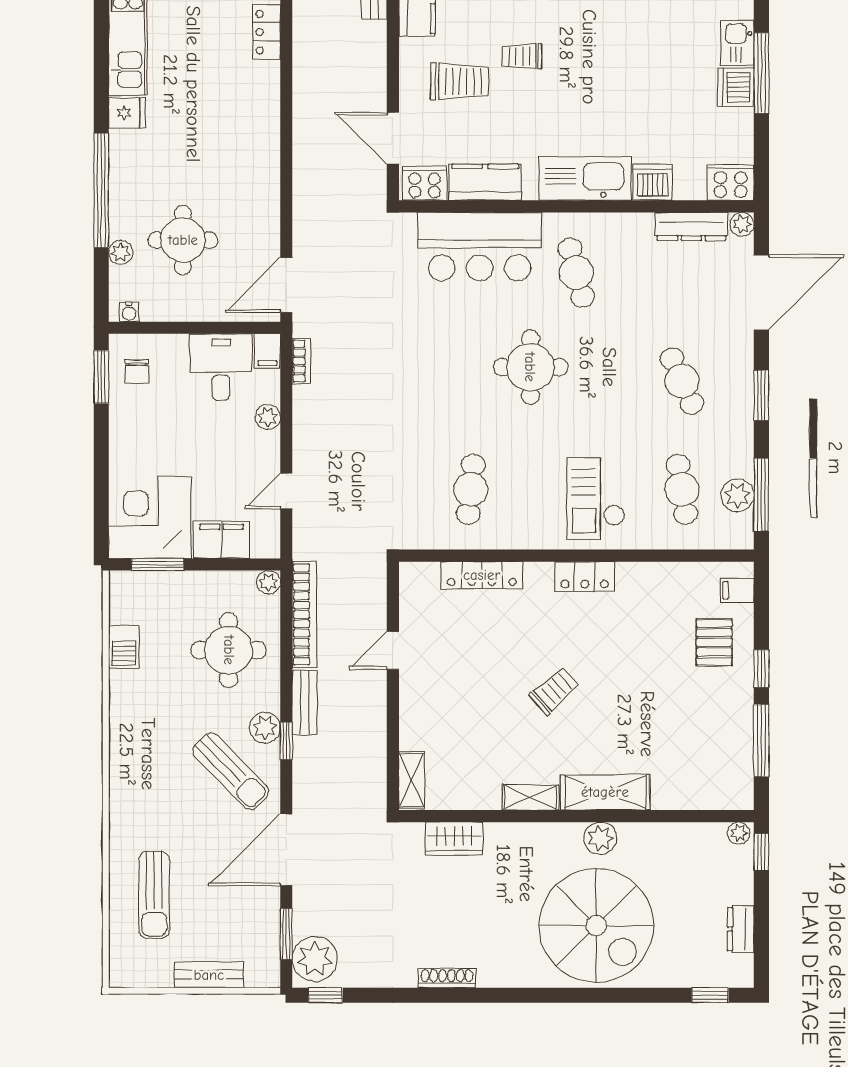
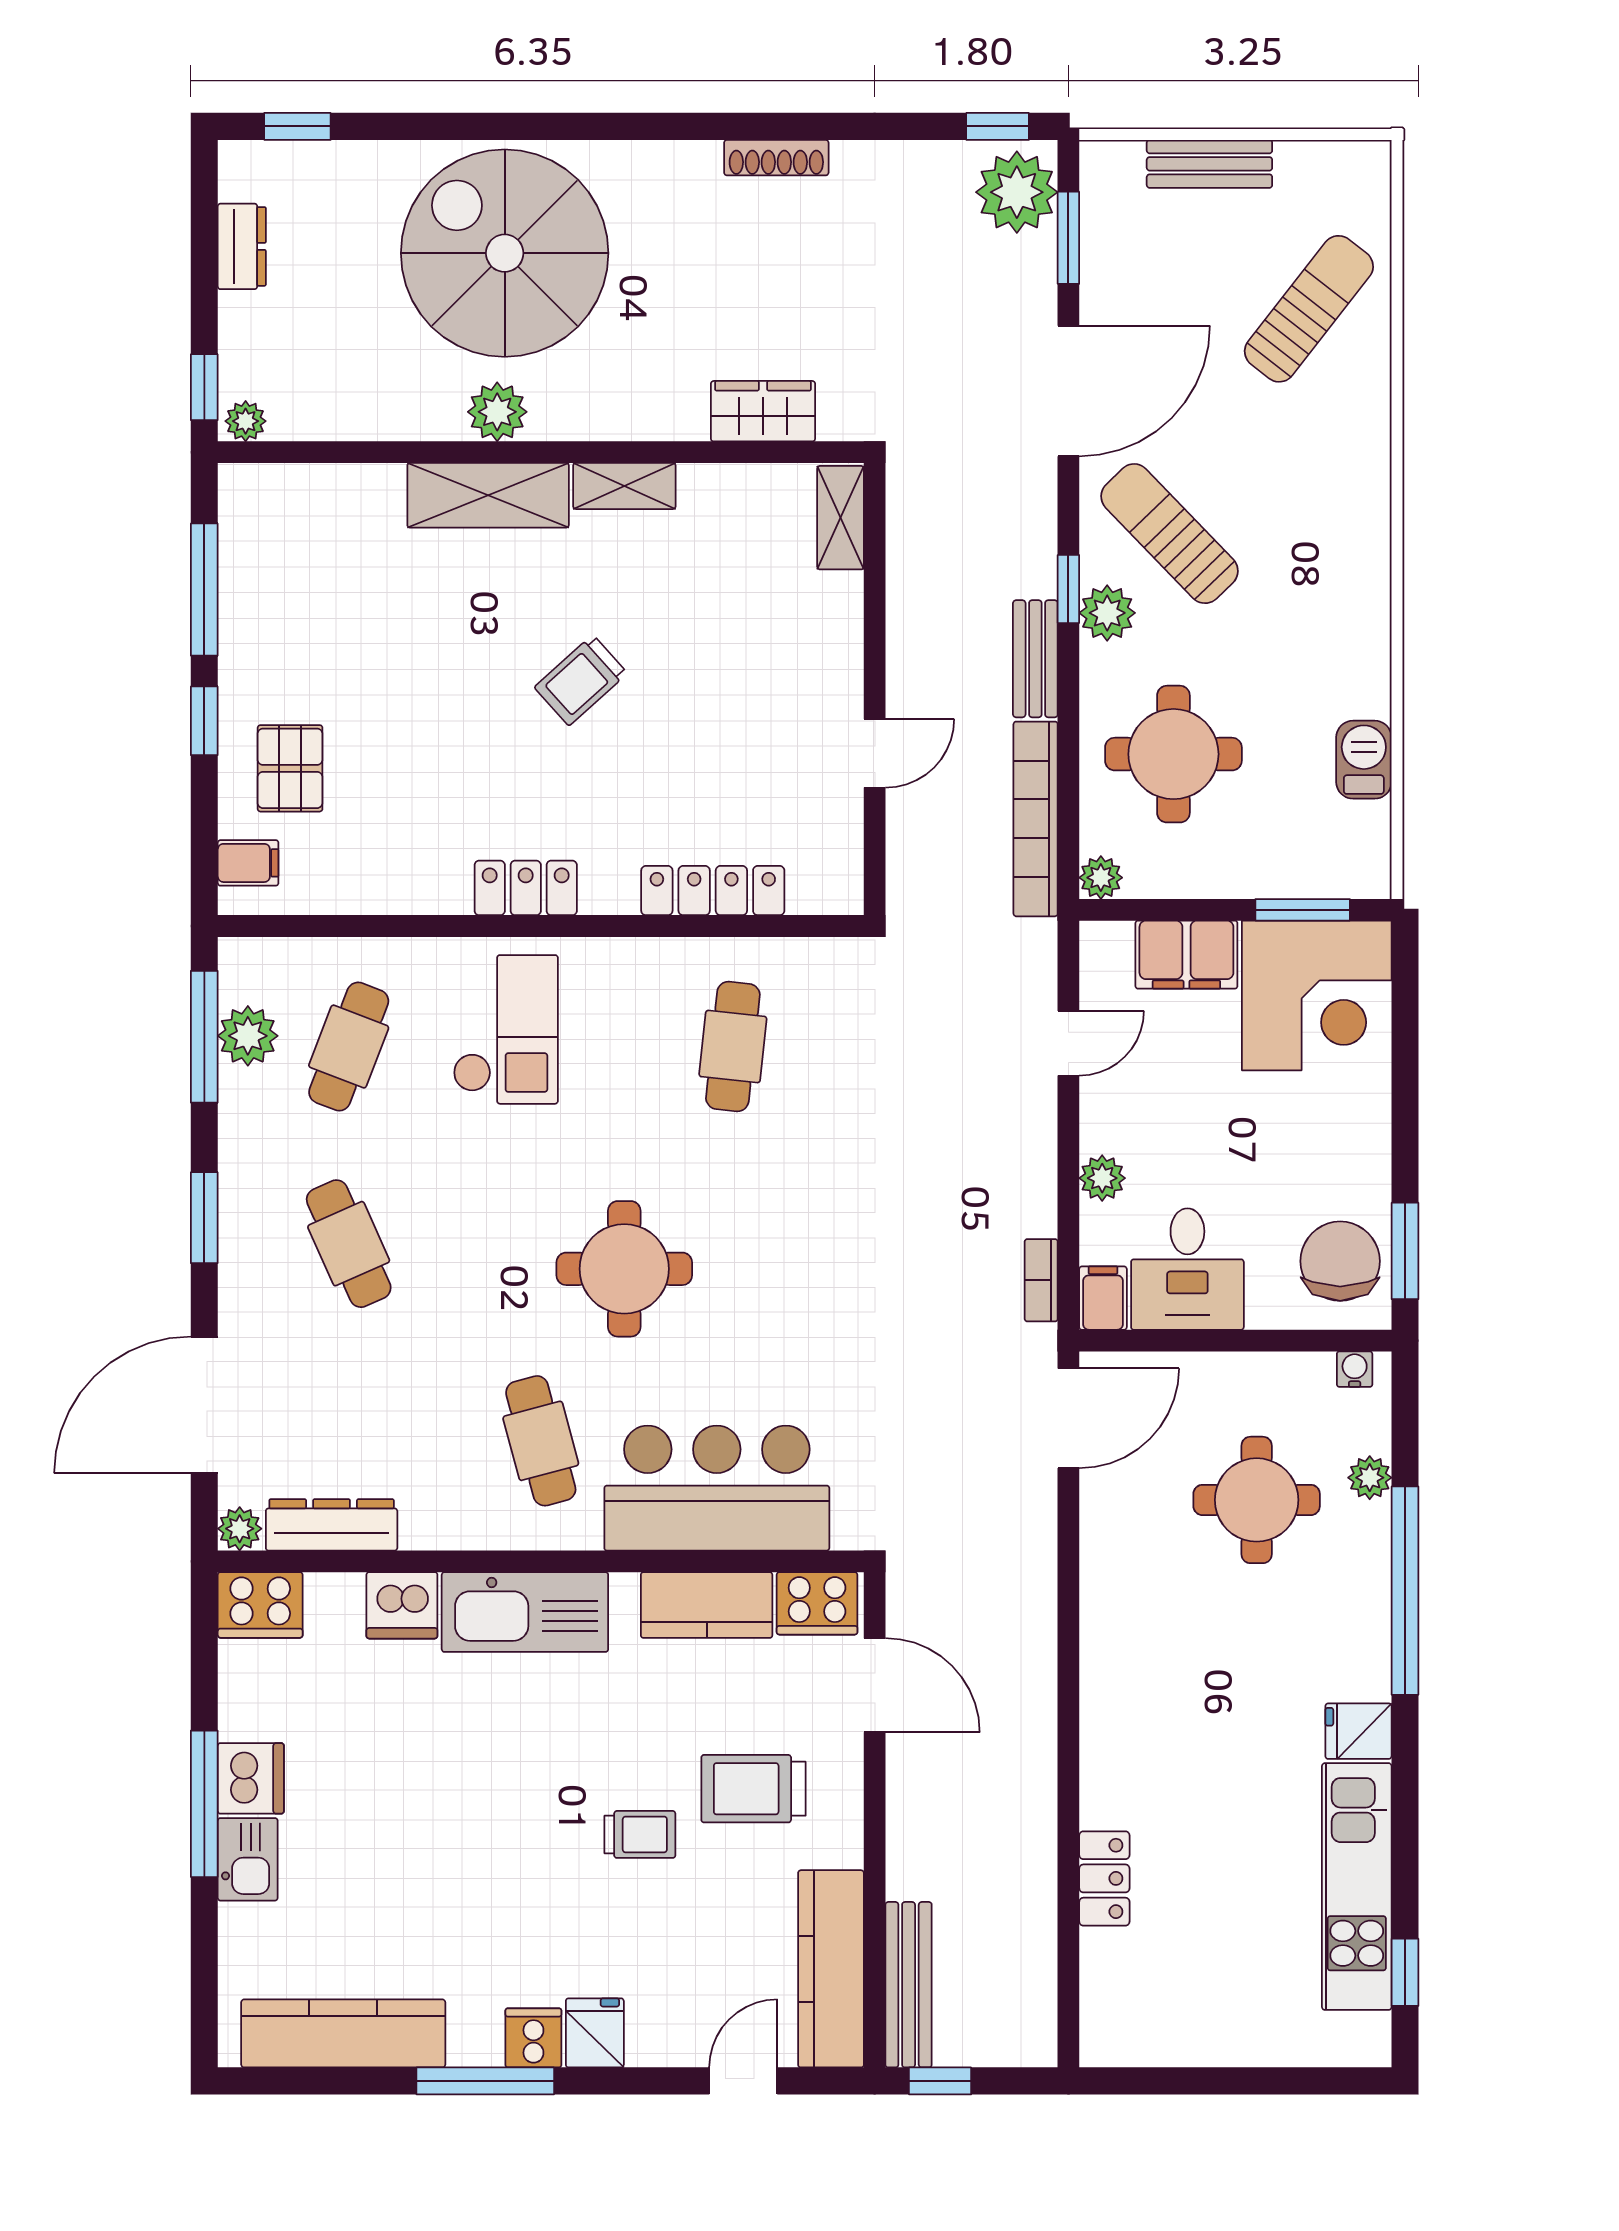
chair: (137, 371) -> (1340, 1261), width x1.87, depth x1.87
cafe table: (682, 489) -> (349, 1047), turned 30
sun lounger: (154, 895) -> (1309, 309), turned 38

